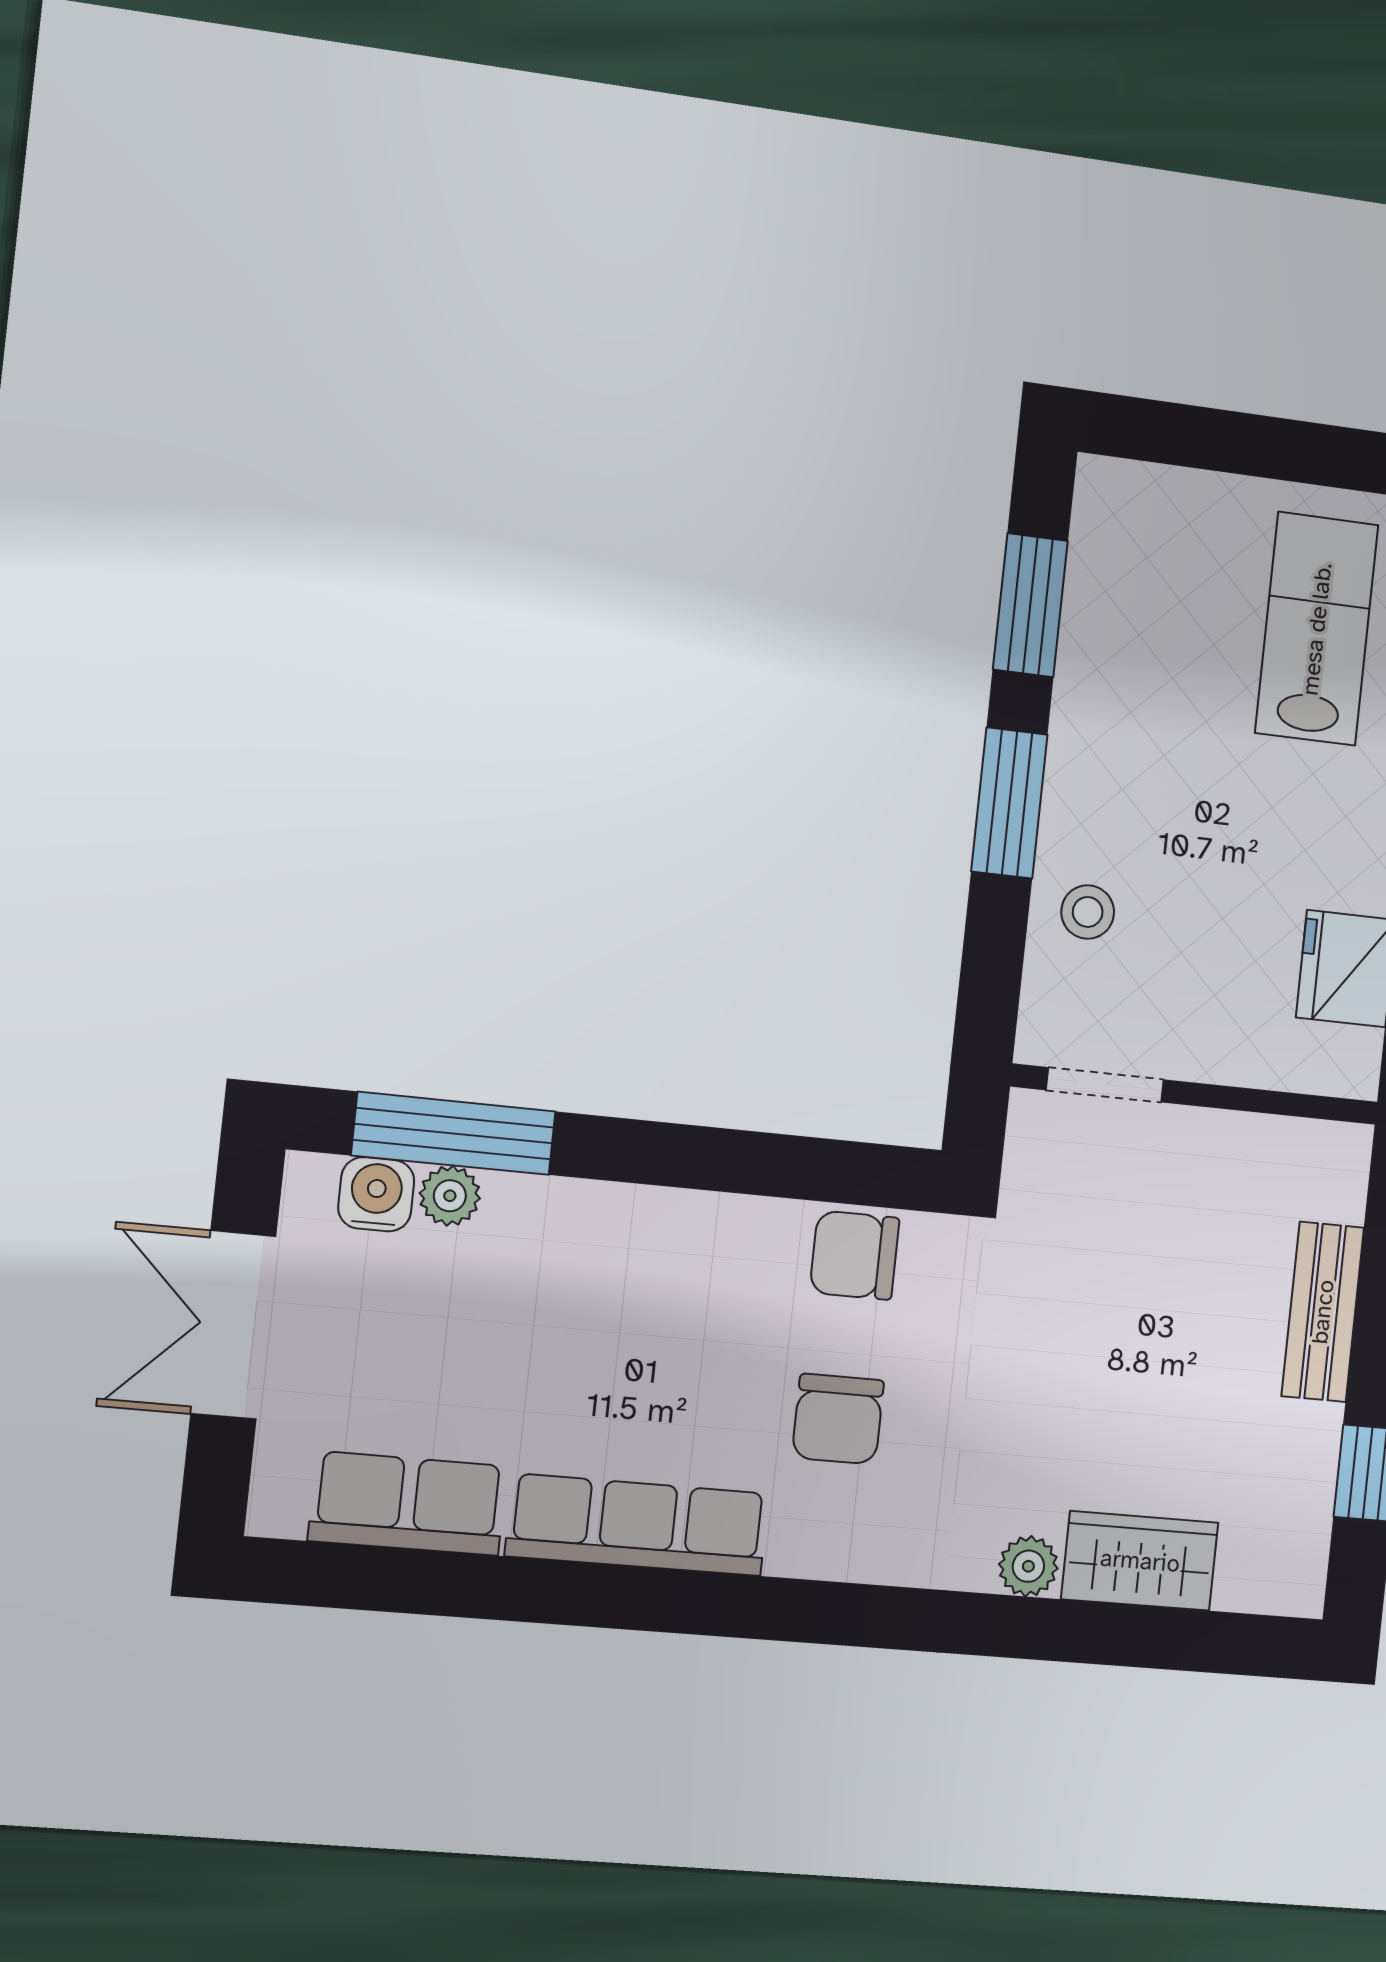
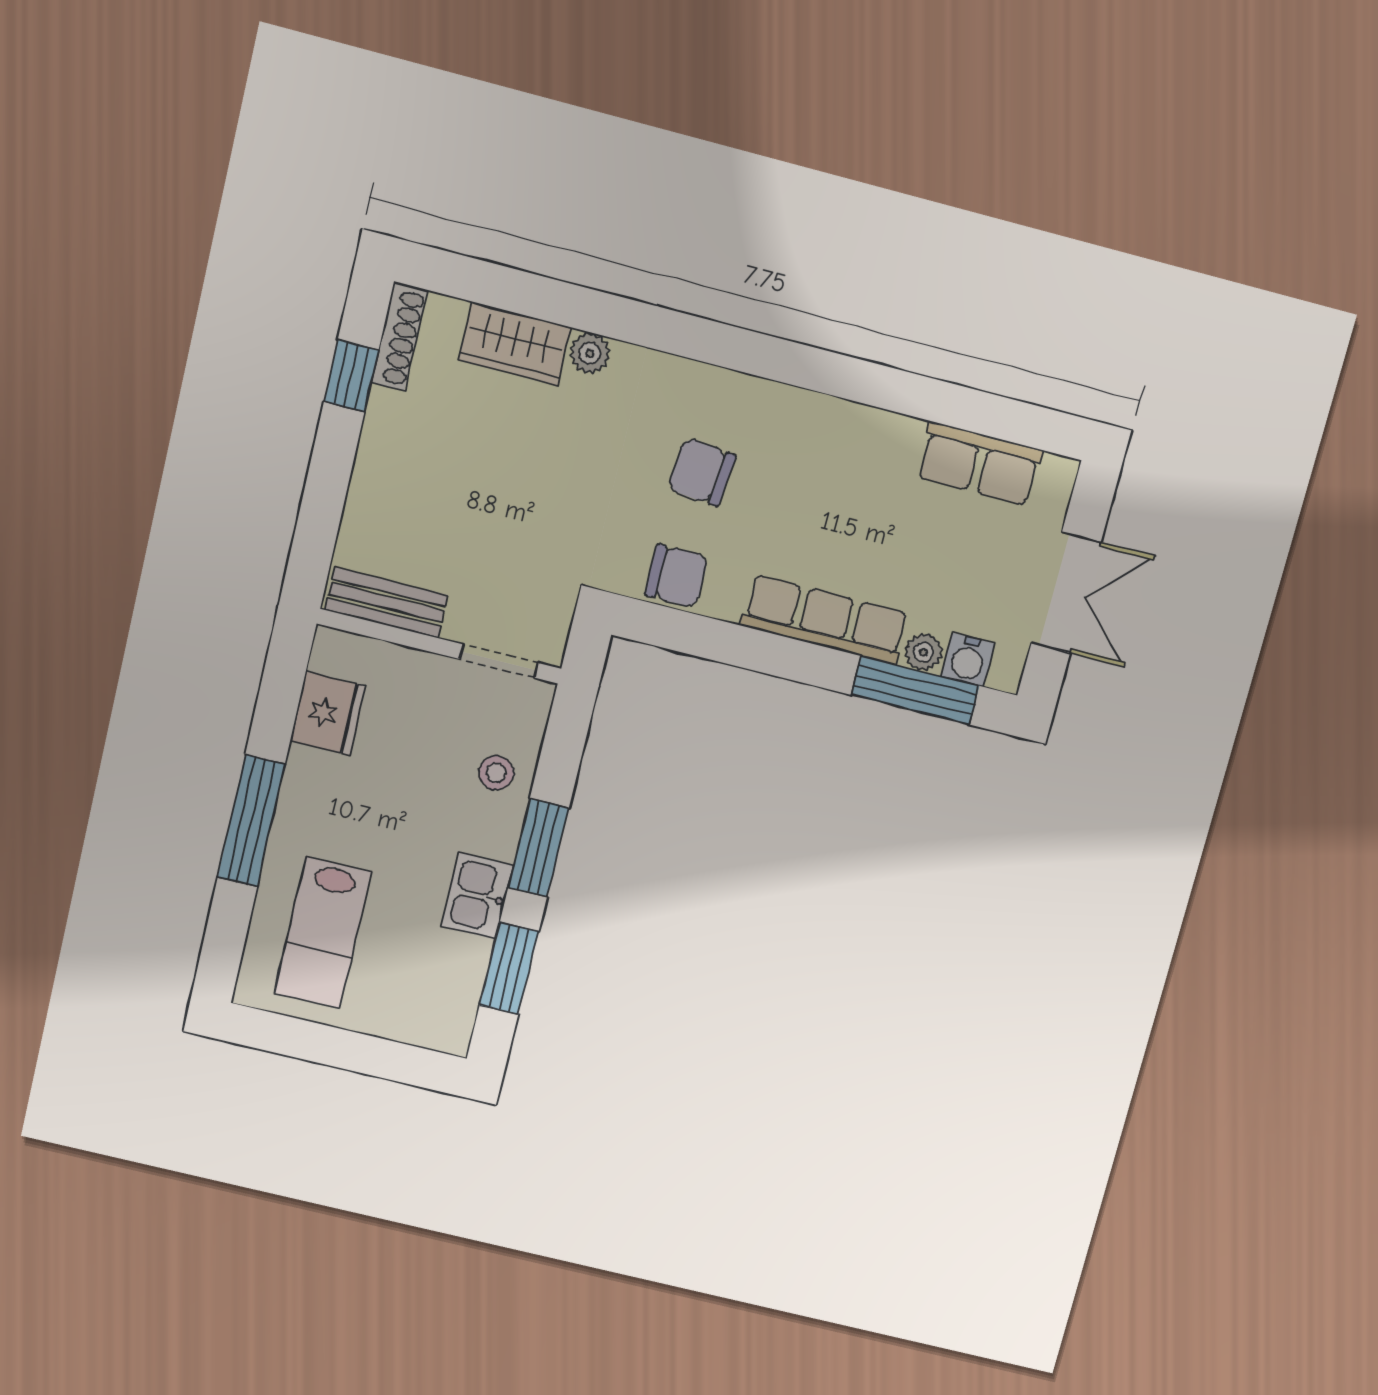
kitchen sink: (1093, 715) -> (477, 896), added
bench: (1323, 1312) -> (387, 602), moved, turned 90
chair: (838, 1419) -> (702, 472), turned -84
row of seats: (638, 1525) -> (825, 620), moved, turned 180
shoe rack: (1306, 1541) -> (399, 337), added

